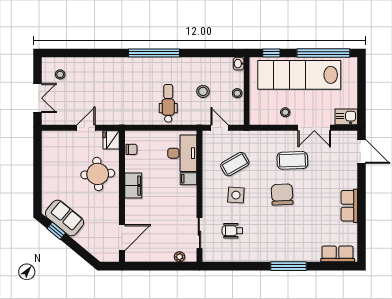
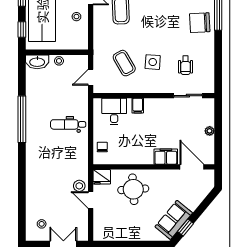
window: (154, 53) -> (22, 119), moved
washbasin: (239, 64) -> (37, 62), width x1.91, depth x1.45
stool: (203, 91) -> (79, 186), moved
chair: (131, 149) -> (102, 147), moved
desk: (182, 153) -> (114, 111), width x0.73
filing cabinet: (133, 186) -> (166, 157), moved
chair: (282, 194) -> (200, 23), moved
plant: (179, 257) -> (210, 131), moved

